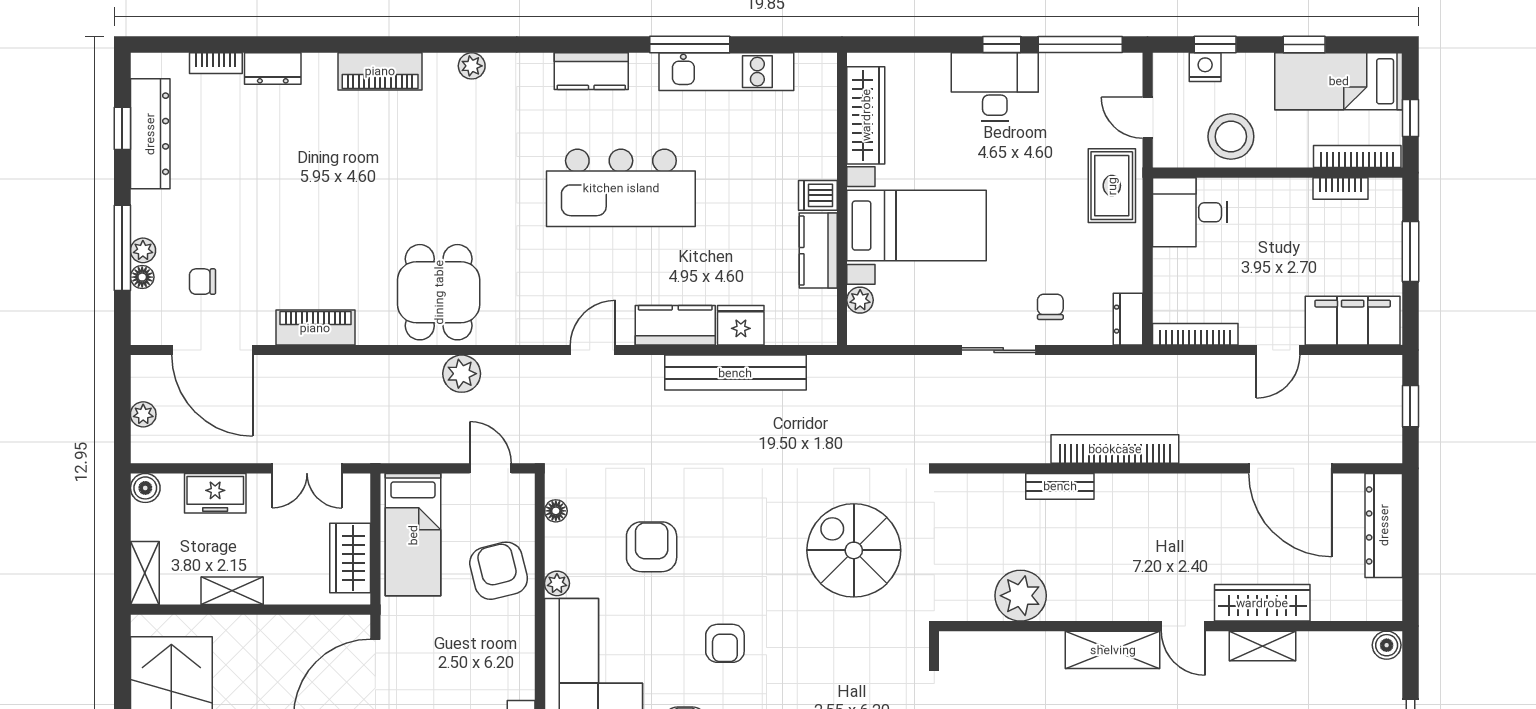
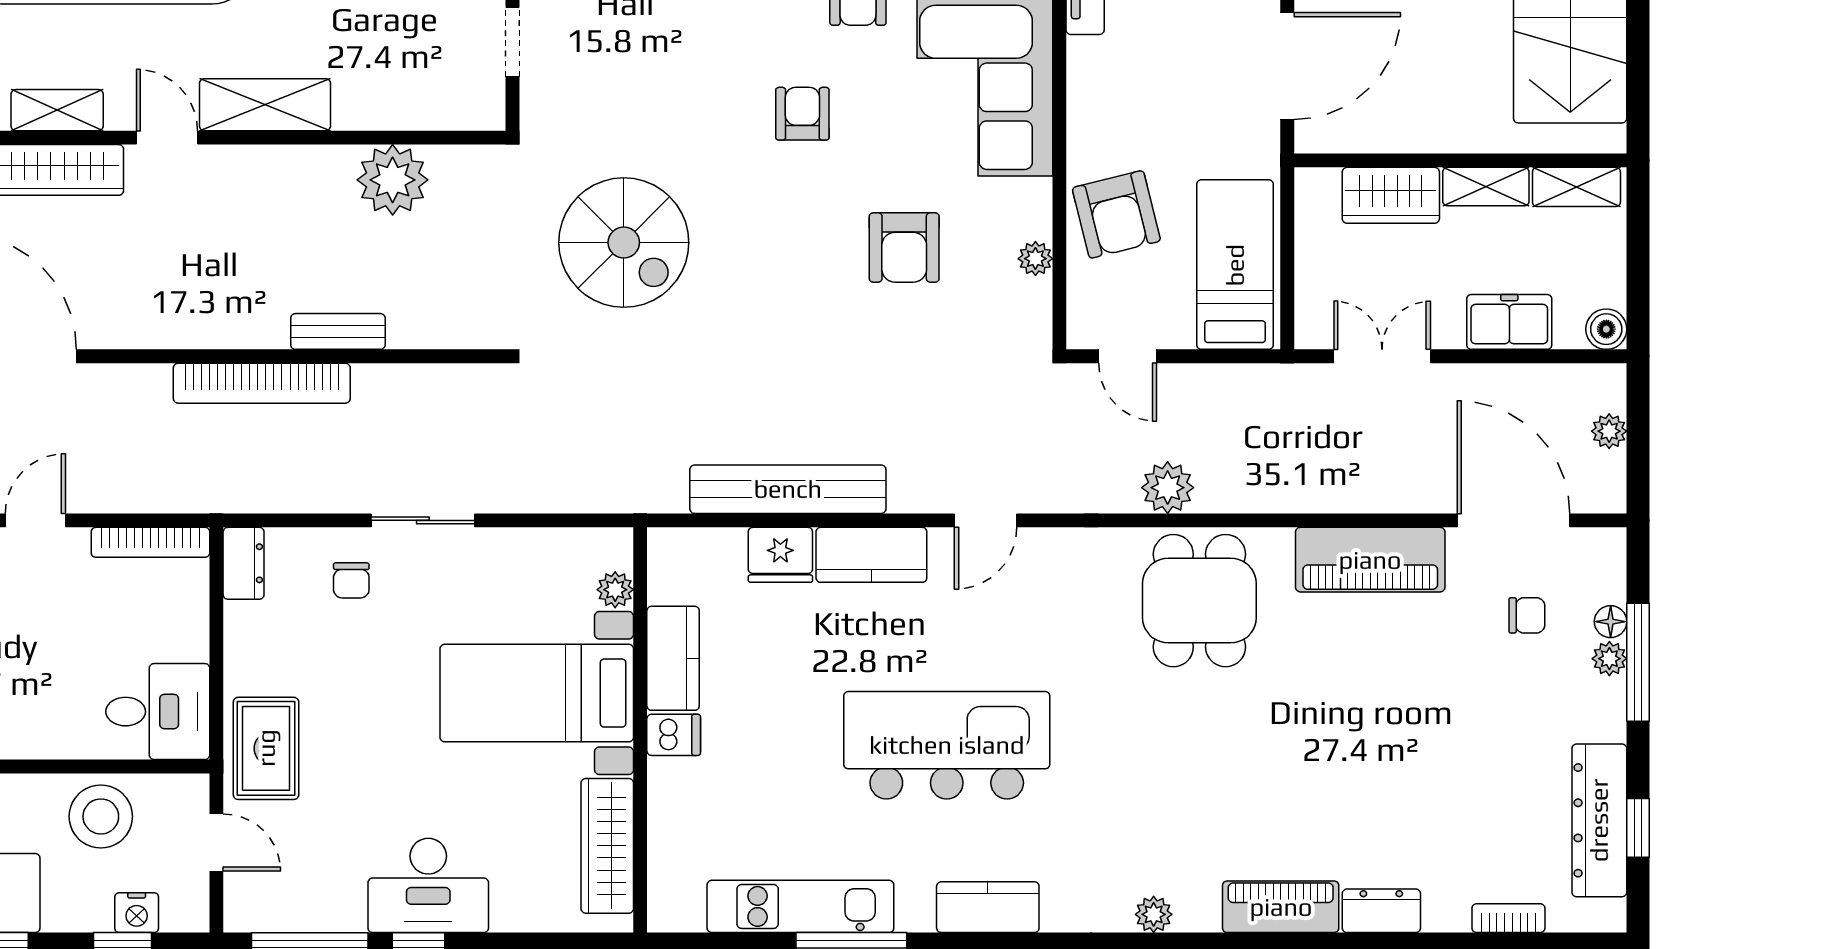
dresser: (273, 68) -> (1381, 911), moved
piano: (315, 328) -> (1370, 560), width x1.37, depth x1.33
floor lamp: (556, 511) -> (1037, 297), removed
wardrobe: (350, 558) -> (1391, 195), moved, turned 90
shelving: (145, 573) -> (1576, 187), moved, turned 90
plant: (557, 583) -> (1035, 259), moved

